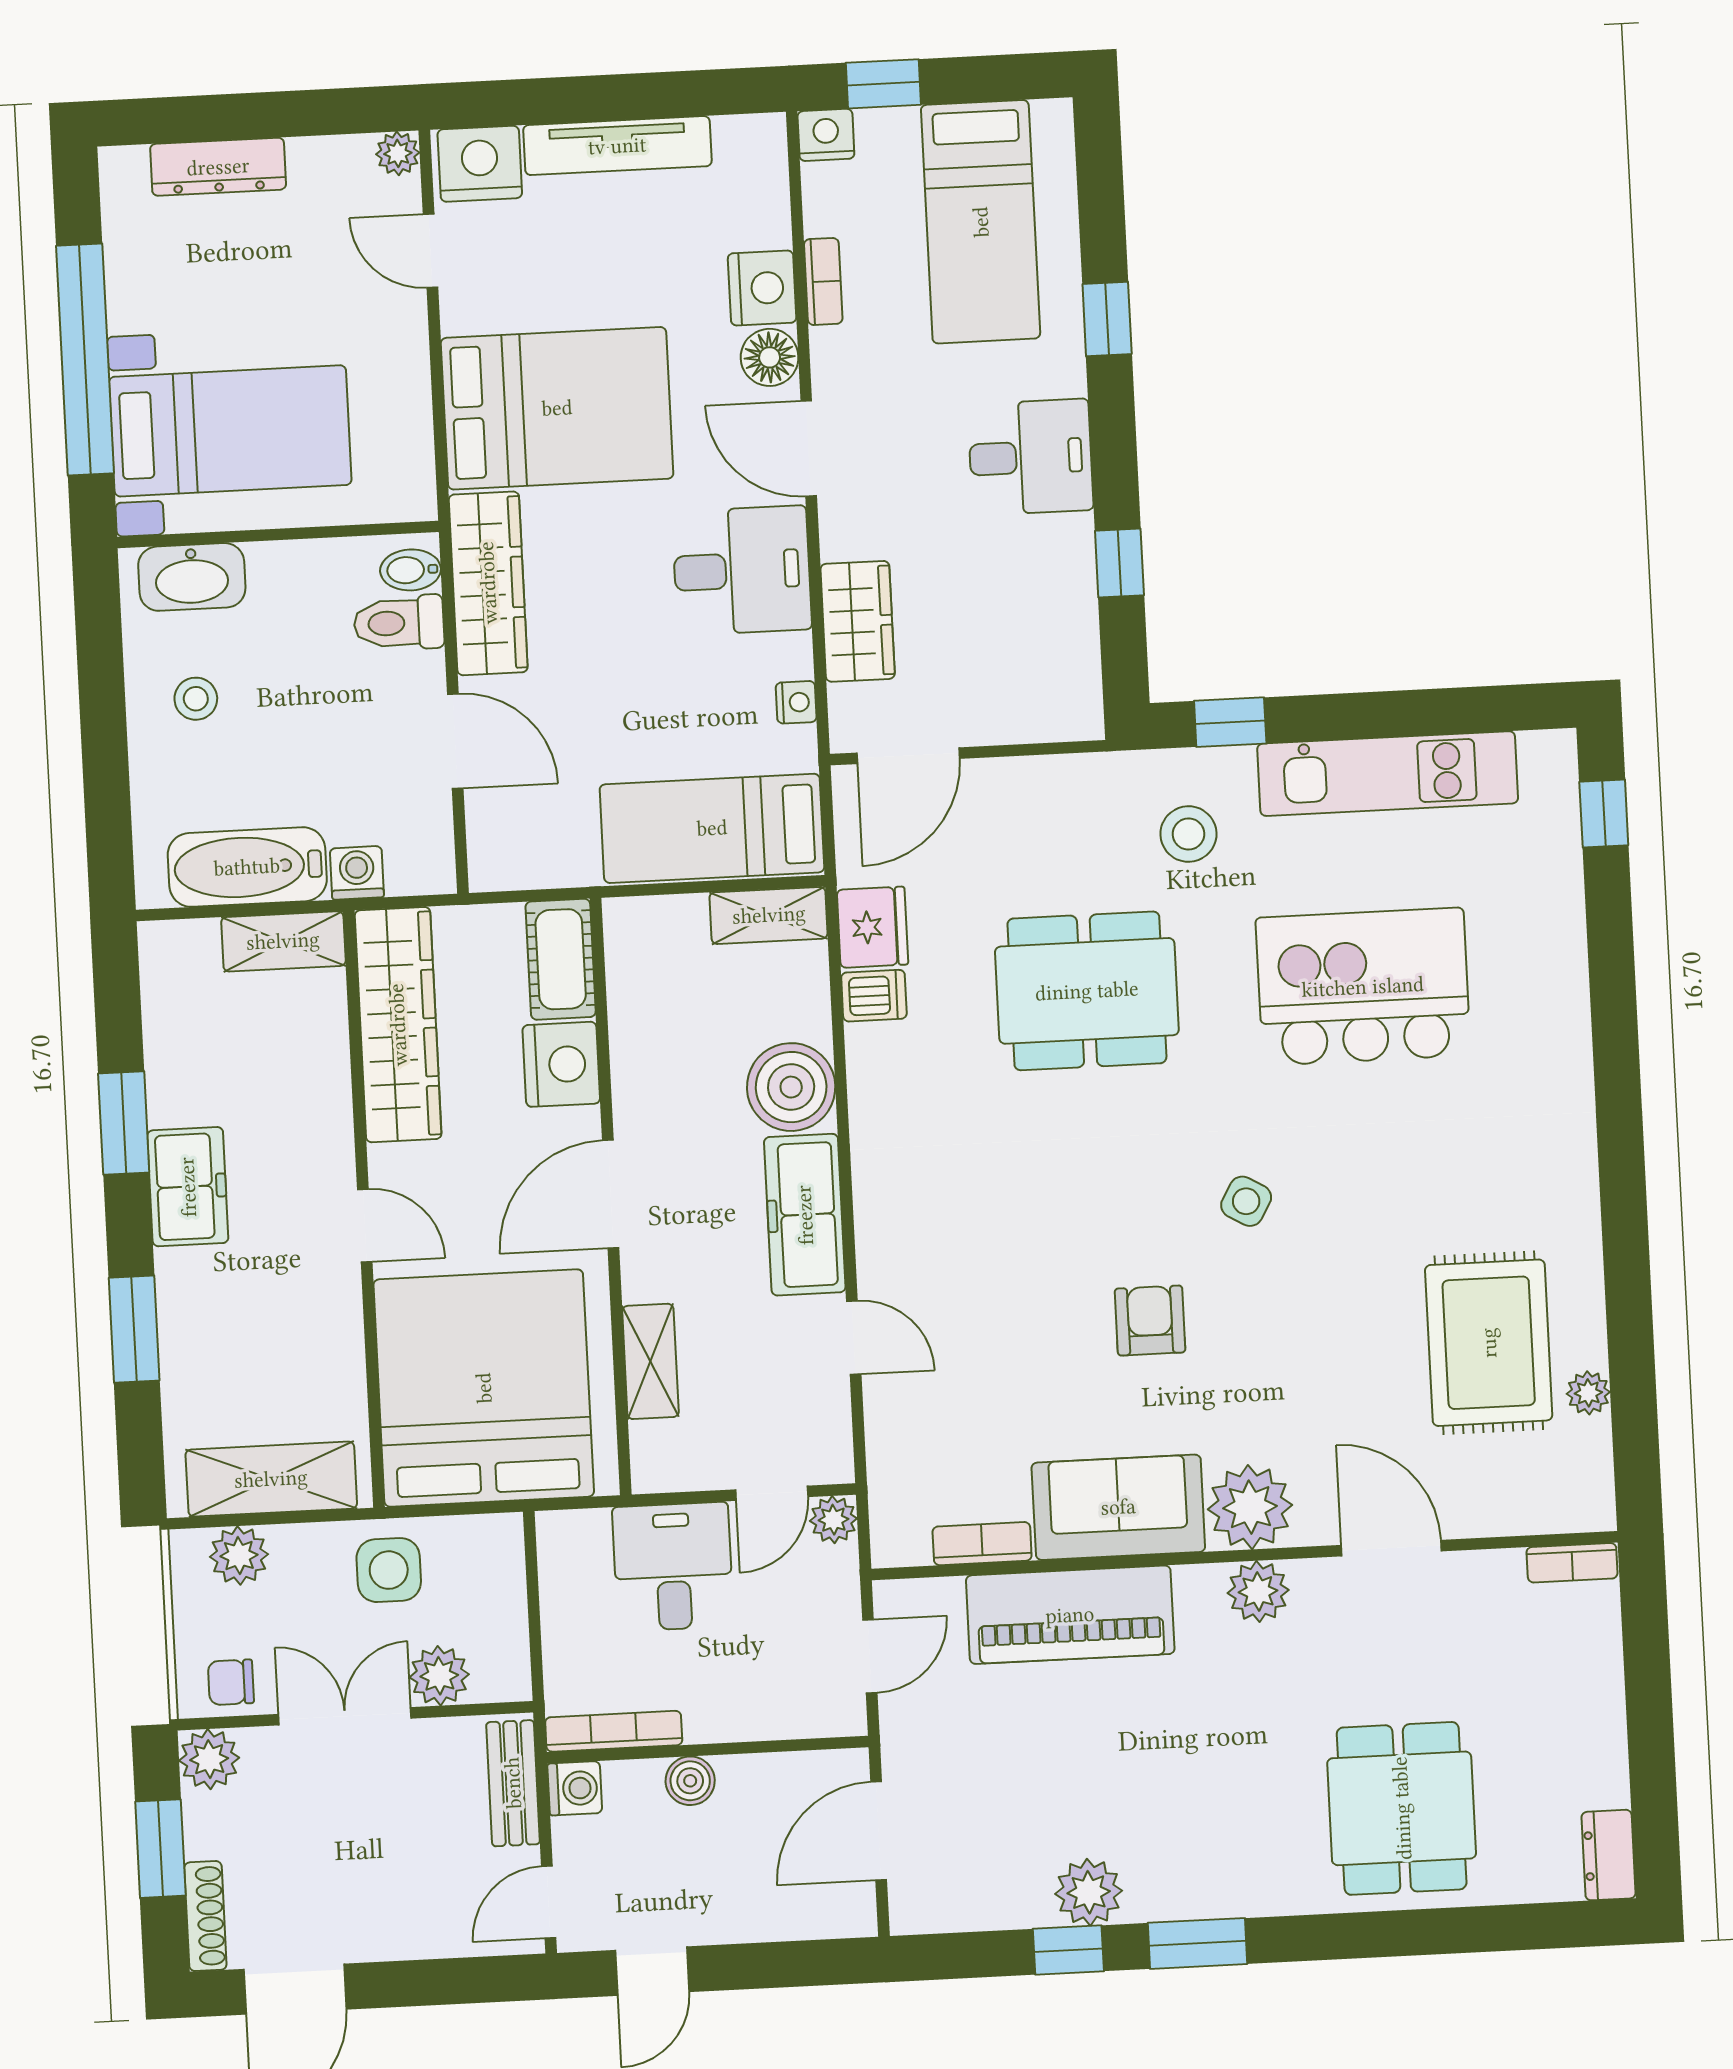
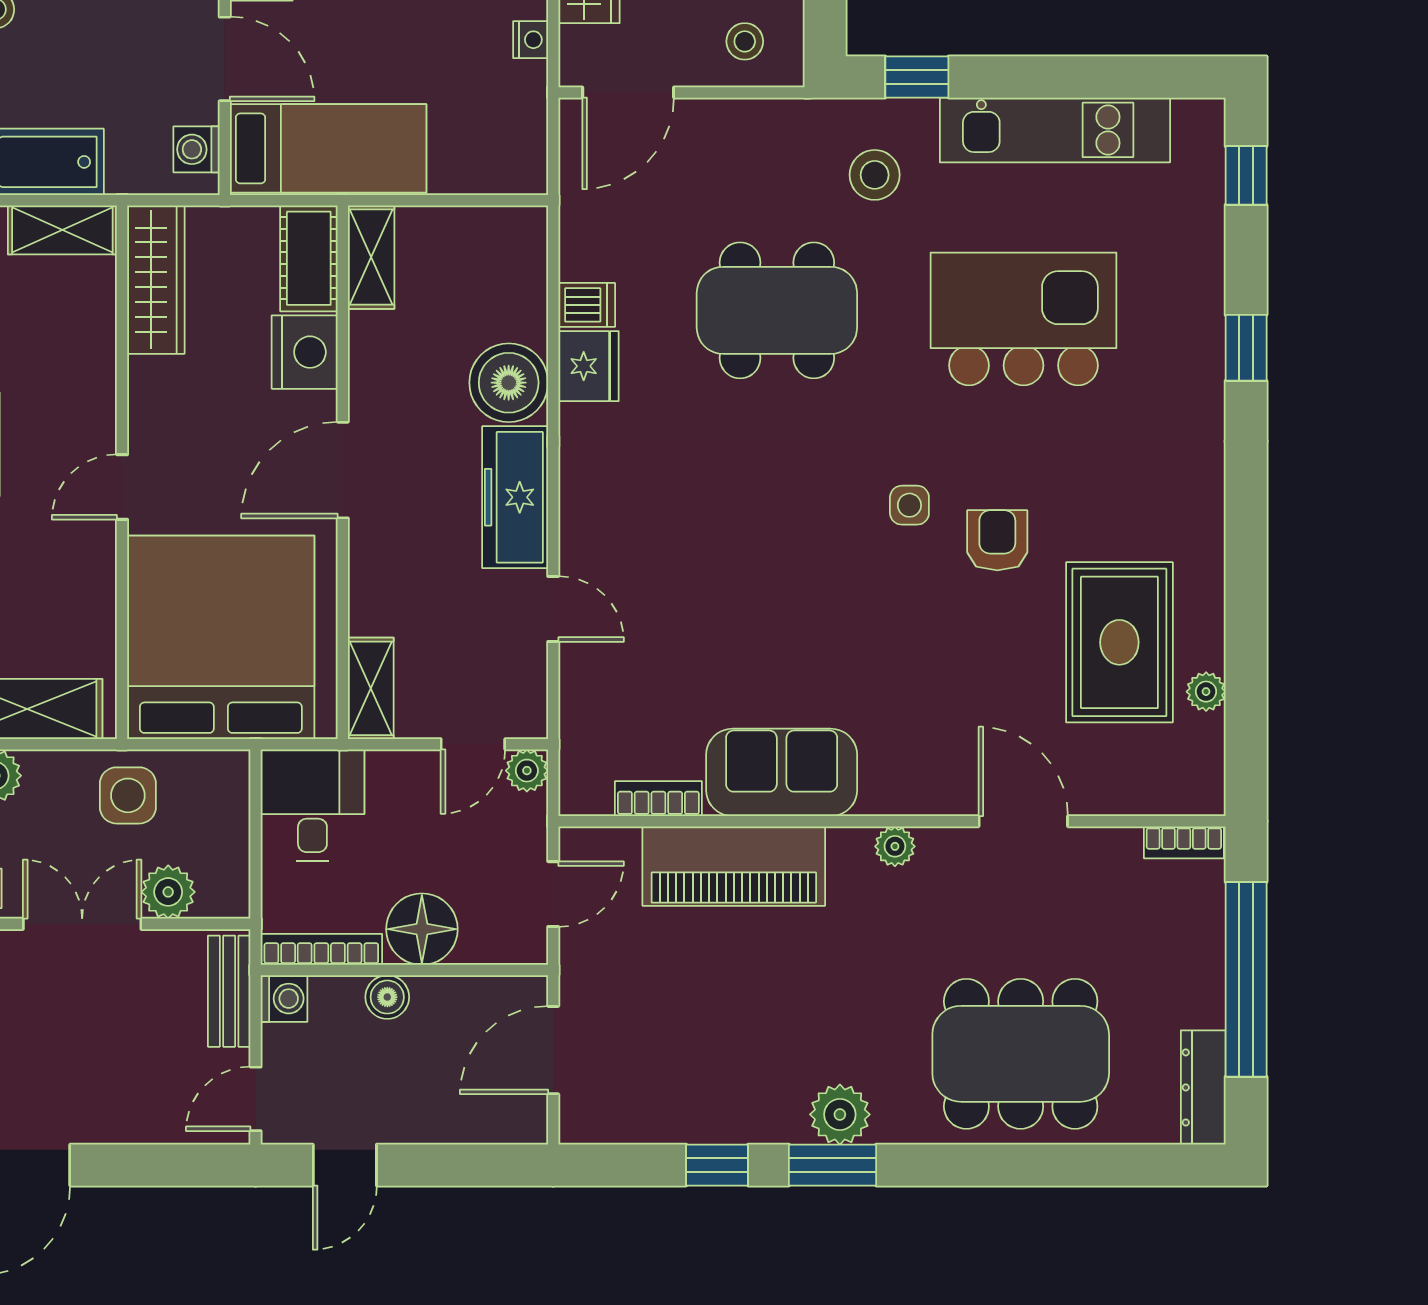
stool: (1036, 692) -> (745, 41), added
bed: (712, 828) -> (328, 148), moved, turned 180
washing machine: (357, 873) -> (197, 149), moved, turned -90
shelving: (769, 915) -> (371, 257), moved, turned 90
fridge: (872, 927) -> (589, 366), moved
window: (1614, 1006) -> (1246, 348), added
wardrobe: (398, 1025) -> (156, 280), width x0.71, depth x0.85
side table: (1246, 1201) -> (909, 505), turned -30
door: (365, 1226) -> (122, 487), swing flipped
armchair: (1150, 1321) -> (997, 540), moved
shelving: (650, 1361) -> (371, 688), moved
plant: (1250, 1507) -> (899, 778), removed
desk: (673, 1567) -> (312, 805), moved
plant: (1258, 1591) -> (895, 846), width x0.73, depth x0.73
floor lamp: (725, 1703) -> (422, 929), added
window: (1649, 1712) -> (1246, 979), added
dining table: (1402, 1808) -> (1021, 1054), width x1.38
dresser: (1609, 1855) -> (1203, 1087), width x1.44
plant: (1089, 1892) -> (840, 1114), moved

